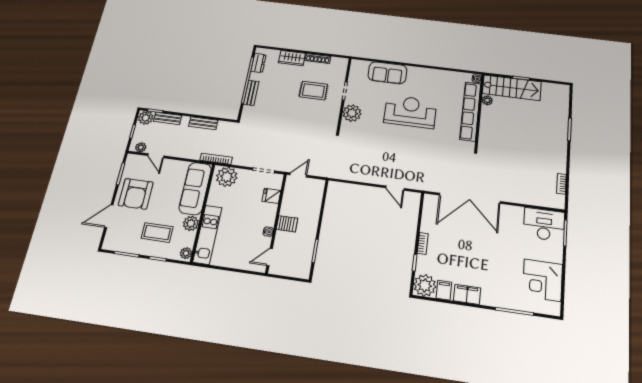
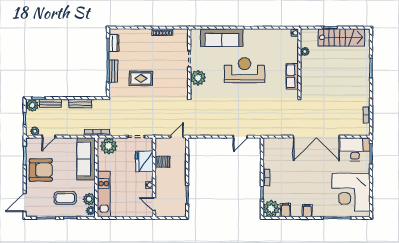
wardrobe: (292, 58) -> (141, 35), removed
sofa: (387, 73) -> (222, 38), width x1.36
stairs: (512, 88) -> (341, 37), moved
rug: (313, 91) -> (141, 78), moved
row of seats: (470, 111) -> (292, 76), width x0.50
door: (156, 156) -> (49, 137), hinge flipped
door: (298, 175) -> (177, 137), moved
door: (395, 188) -> (240, 137), hinge flipped
armchair: (136, 194) -> (41, 170), turned -90
fridge: (271, 196) -> (144, 161), width x1.88, depth x1.34
double door: (470, 198) -> (316, 137), moved
door: (109, 216) -> (25, 202), moved
plant: (191, 223) -> (89, 199), moved
server rack: (287, 224) -> (162, 162), moved
door: (270, 257) -> (154, 204), hinge flipped
corner desk: (542, 280) -> (351, 192), width x1.36, depth x1.36
filing cabinet: (467, 294) -> (307, 211), width x0.50

